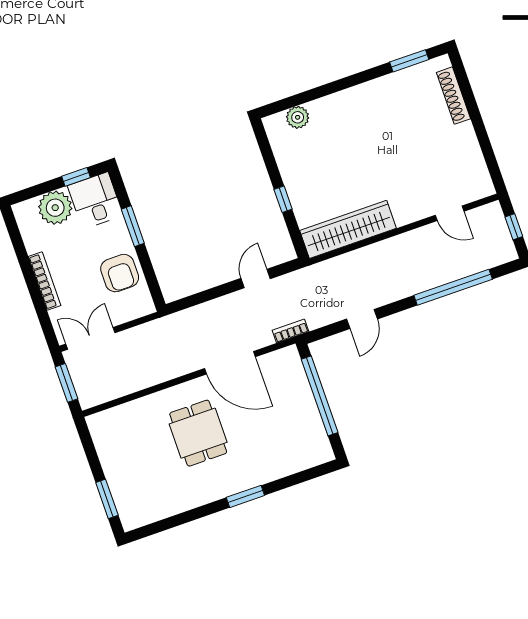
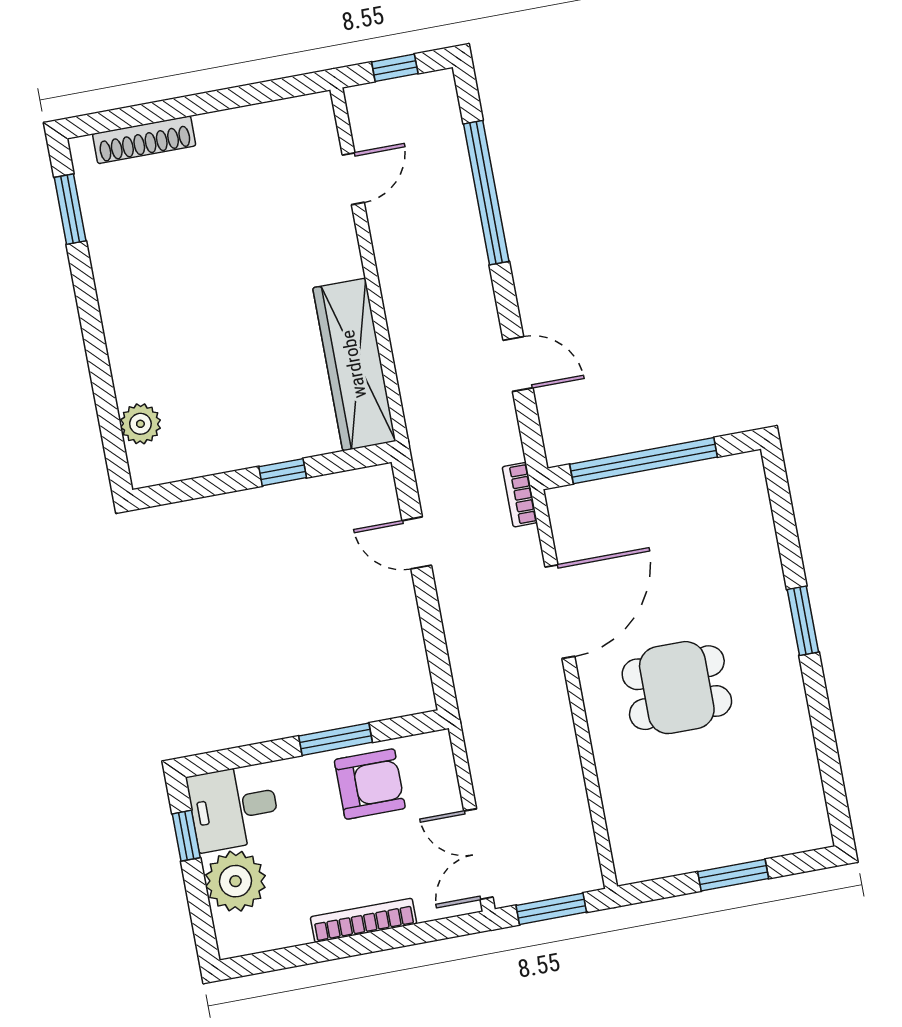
window: (133, 226) -> (335, 739), moved
window: (107, 499) -> (733, 875), moved

